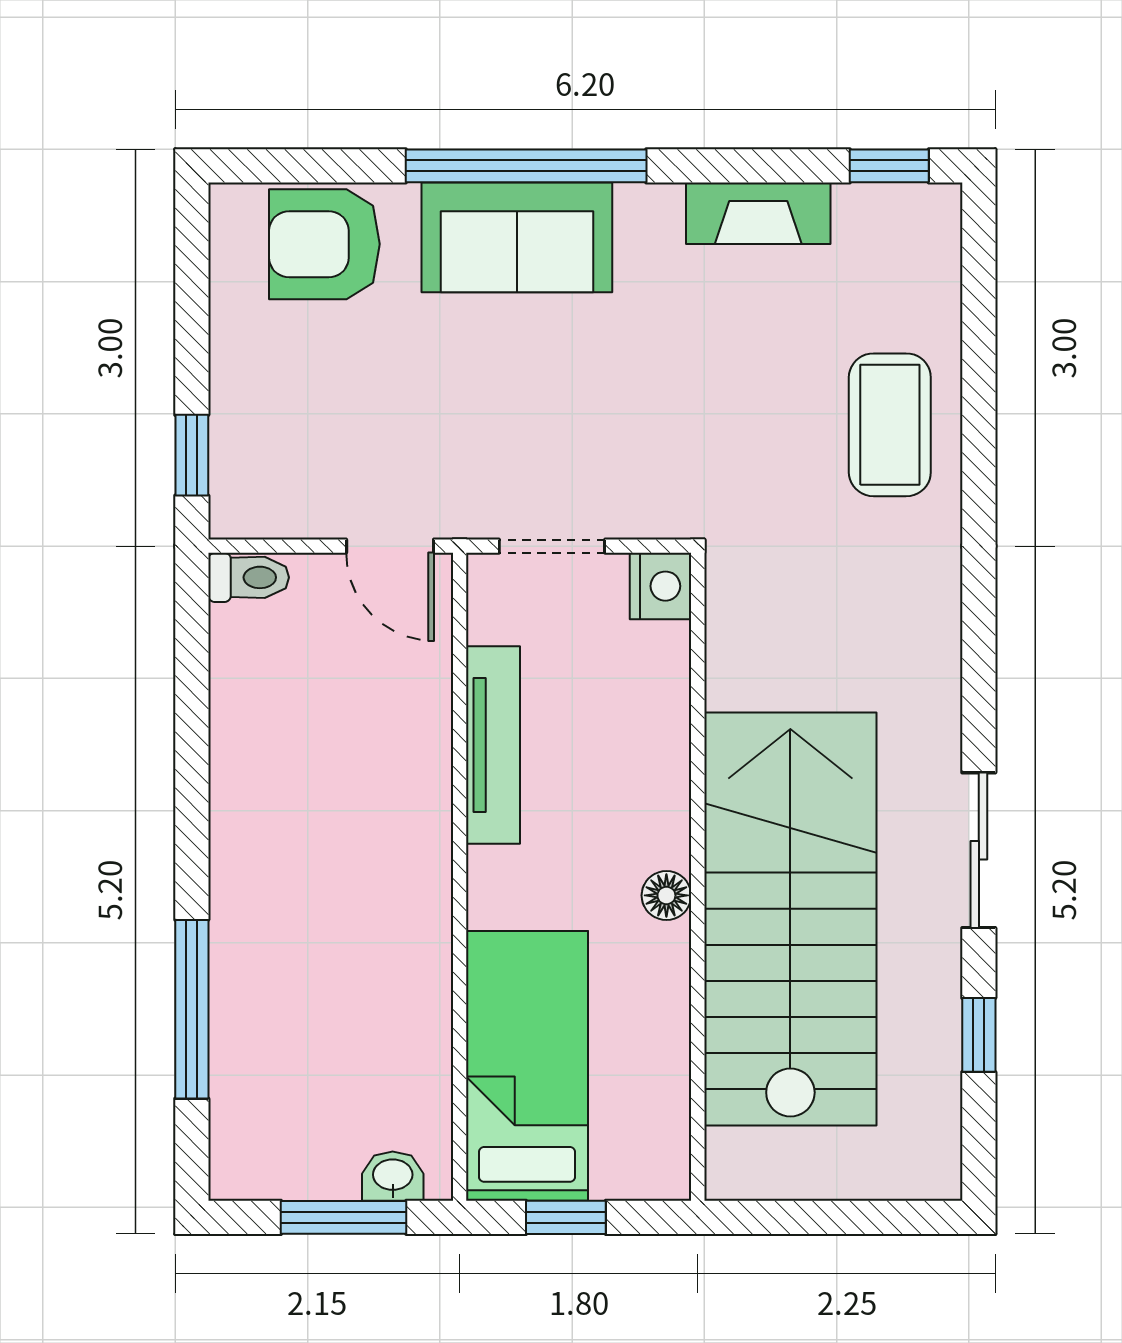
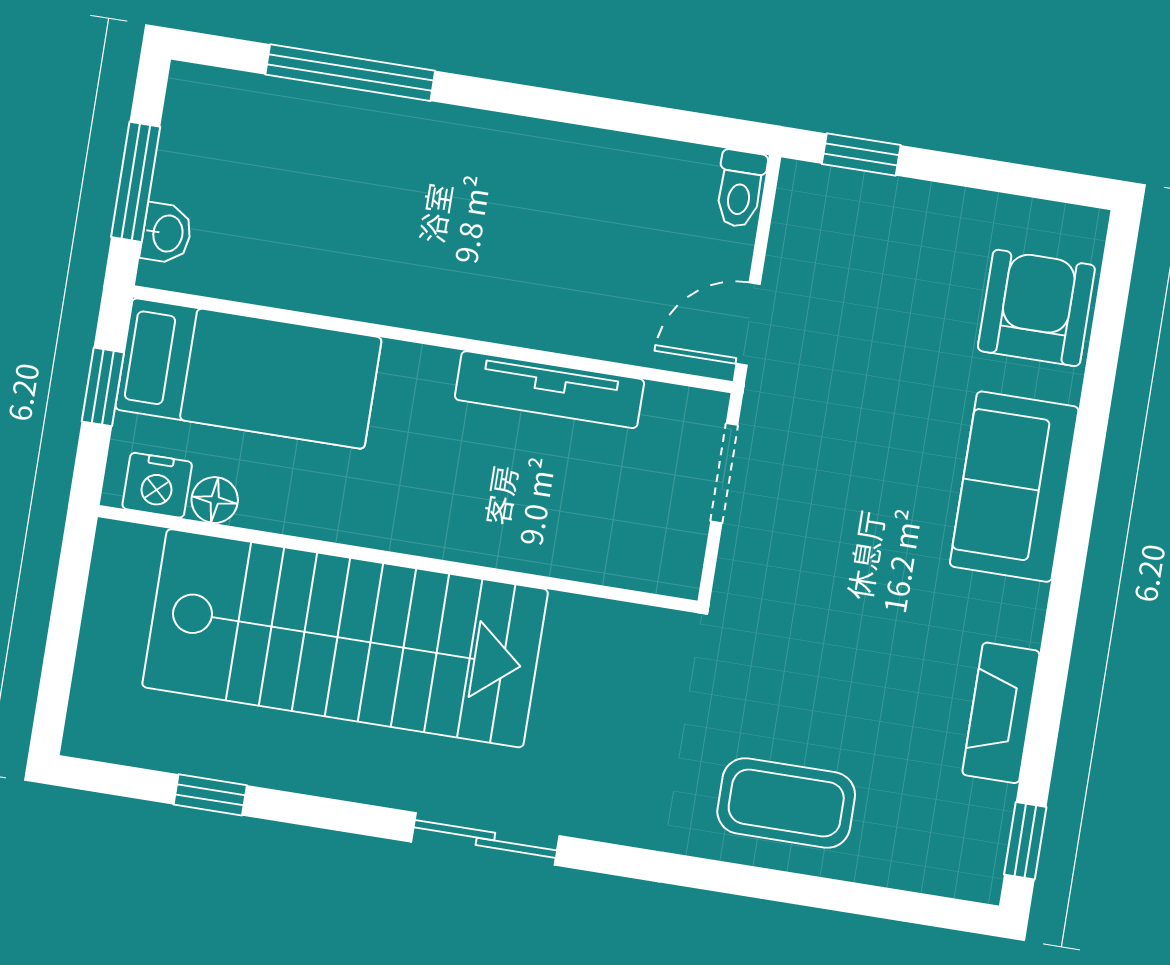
window: (526, 166) -> (1079, 506), removed
nightstand: (660, 586) -> (157, 485), moved
sliding door: (979, 850) -> (485, 839), moved
floor lamp: (666, 895) -> (215, 500), moved

